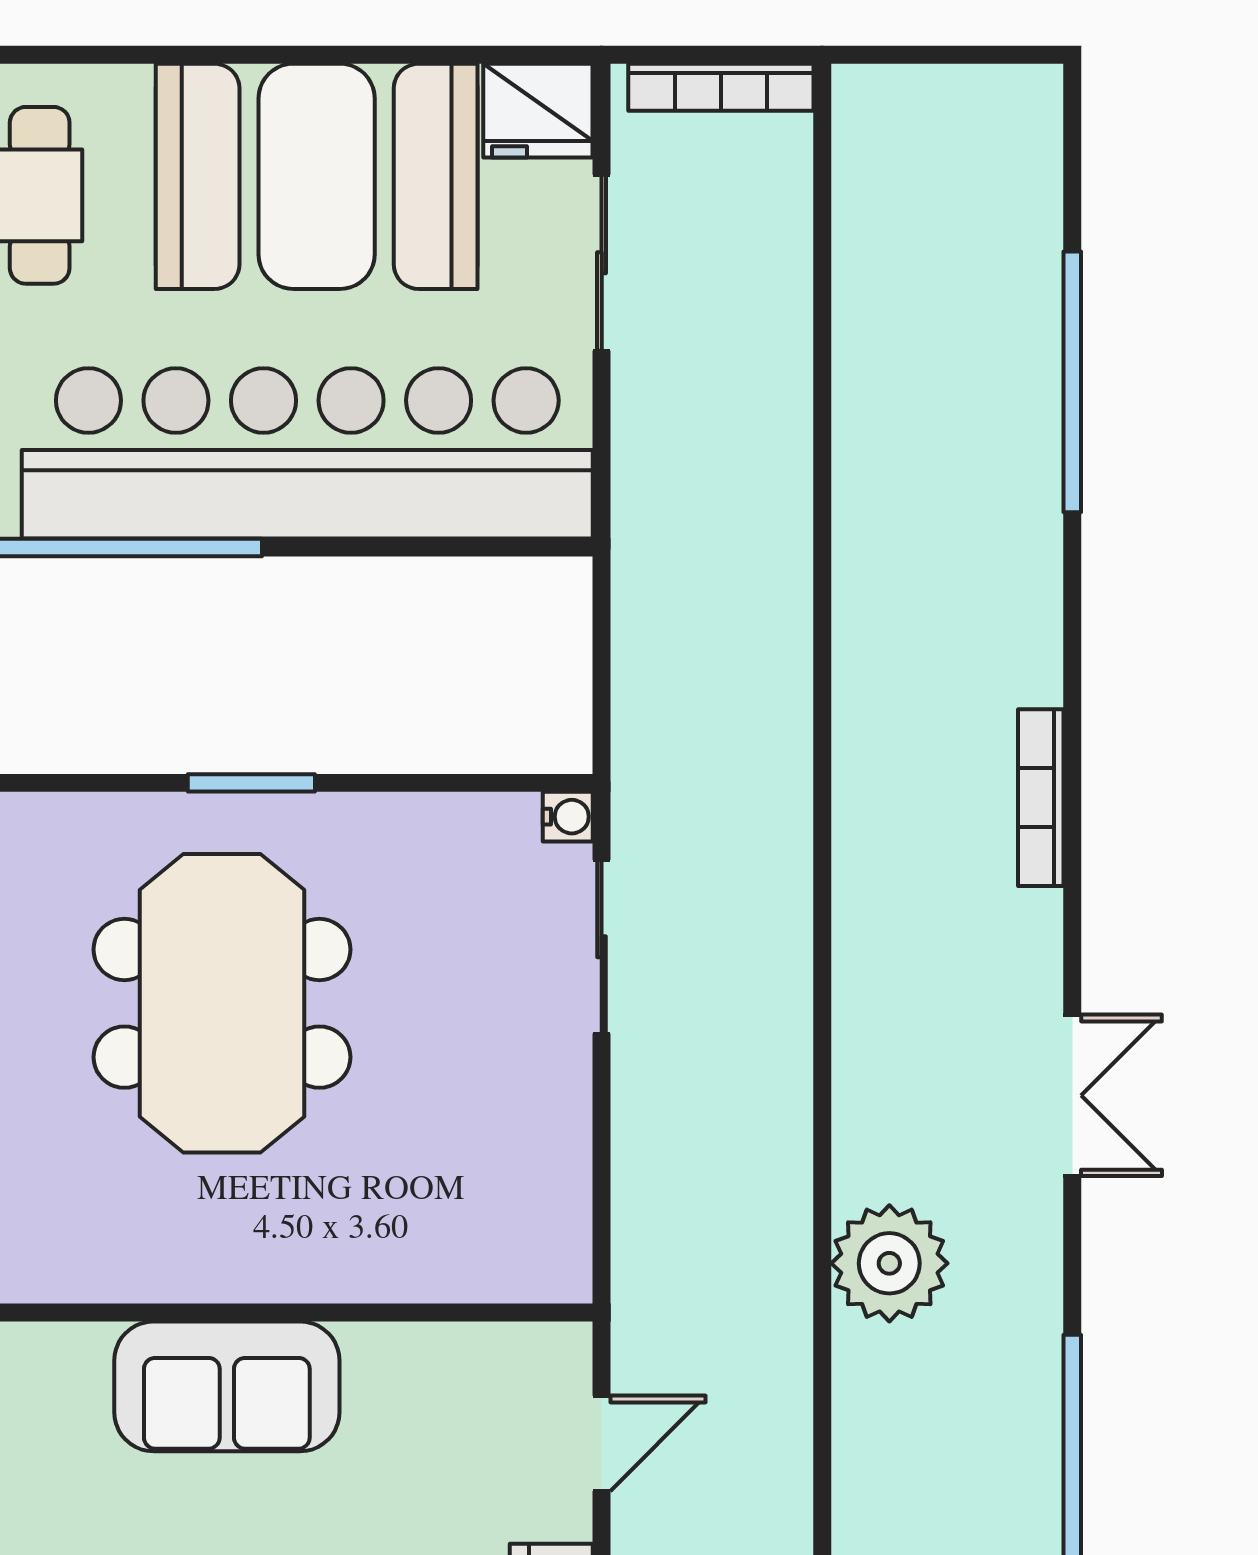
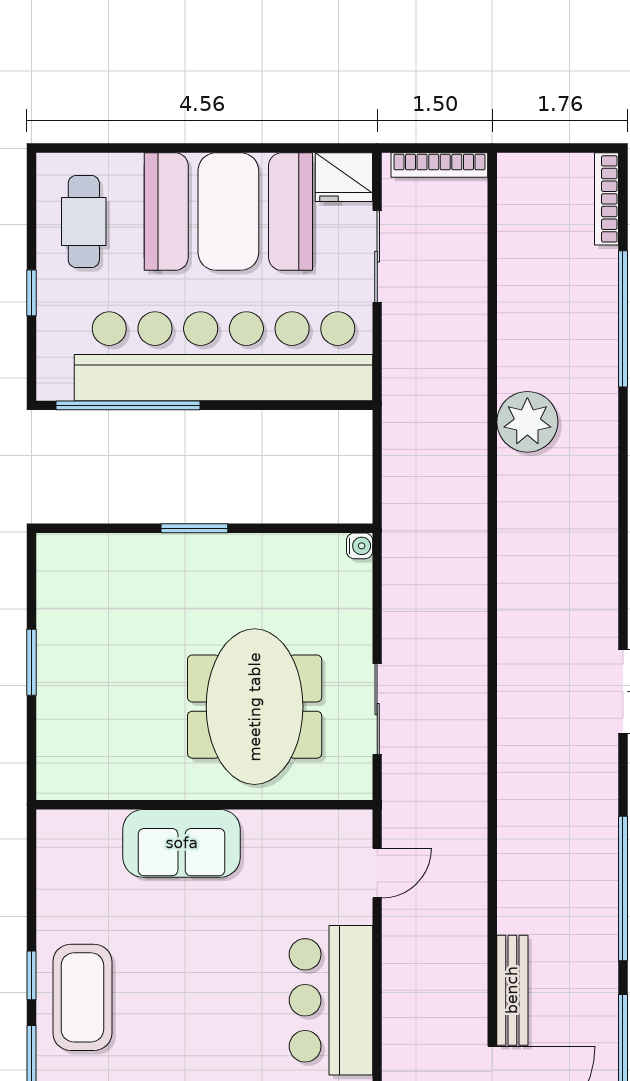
bookcase: (1041, 798) -> (606, 199), moved
sliding door: (602, 947) -> (377, 709), moved
meeting table: (222, 1003) -> (255, 707), moved
plant: (889, 1263) -> (527, 422), moved

